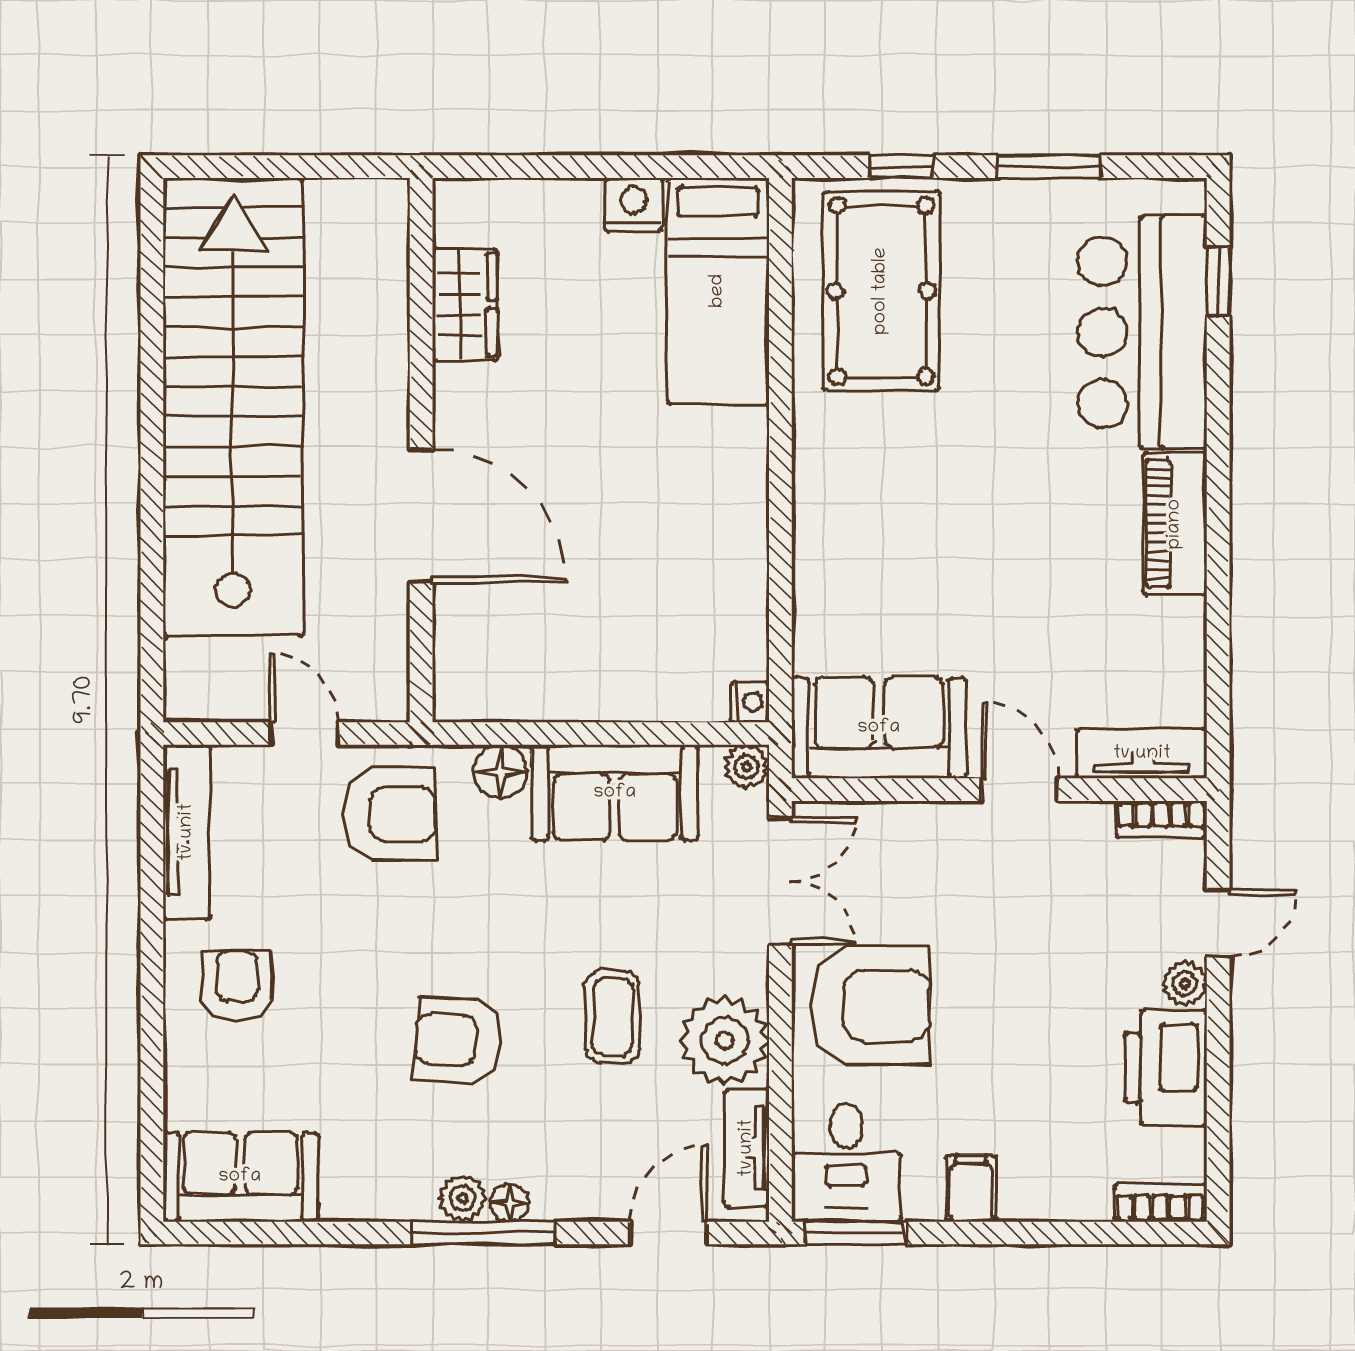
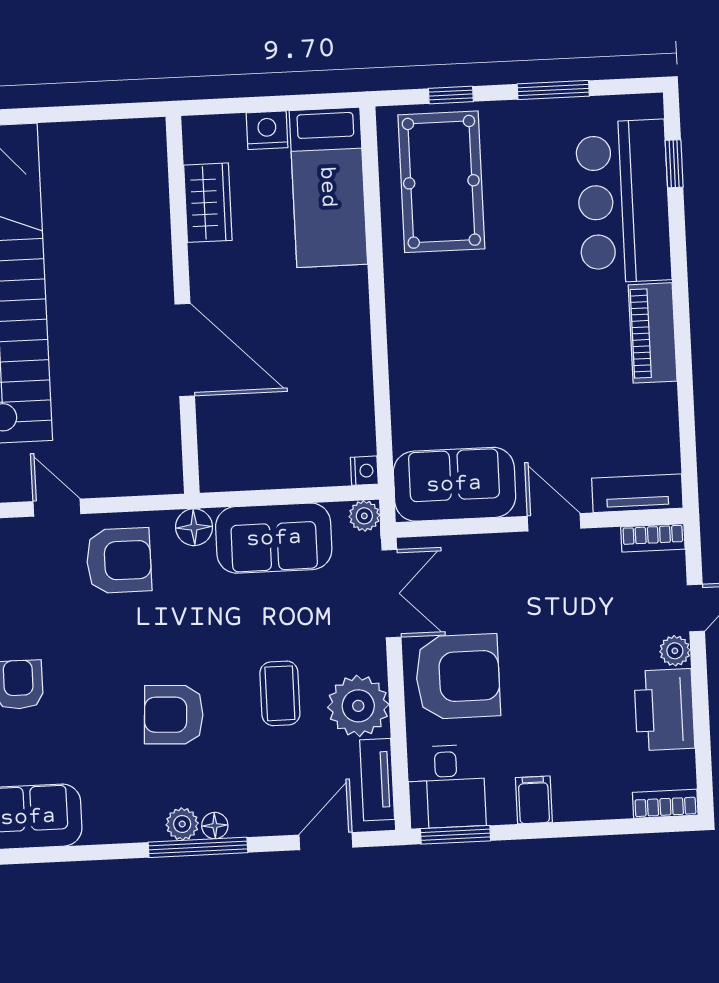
wardrobe: (465, 305) -> (208, 203), moved
wall: (421, 450) -> (183, 305), moved
door: (421, 516) -> (185, 350), moved

